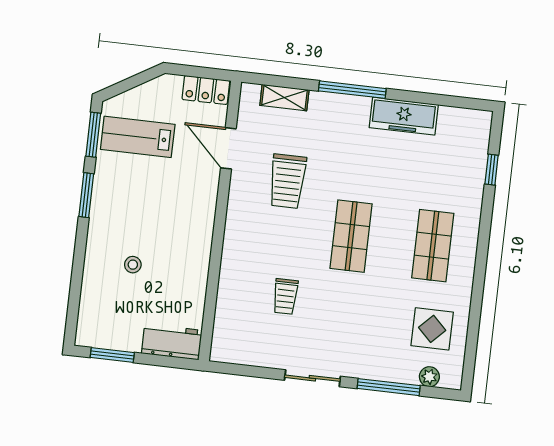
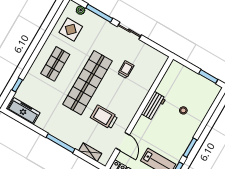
freezer: (404, 116) -> (24, 111), moved
trolley: (287, 181) -> (104, 117), turned -90
shop shelf: (351, 236) -> (88, 83), width x2.00, depth x1.36
workbench: (172, 342) -> (154, 106), moved, turned -90

